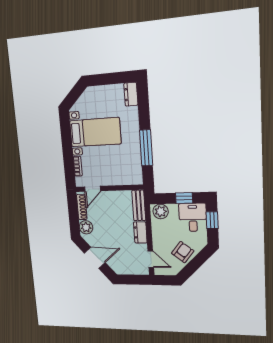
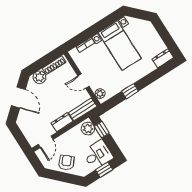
window: (146, 148) -> (130, 91), width x0.46
plant: (132, 179) -> (100, 94), added
door: (93, 189) -> (84, 81), moved
window: (184, 198) -> (102, 130), moved
armchair: (183, 252) -> (66, 163), turned -88

